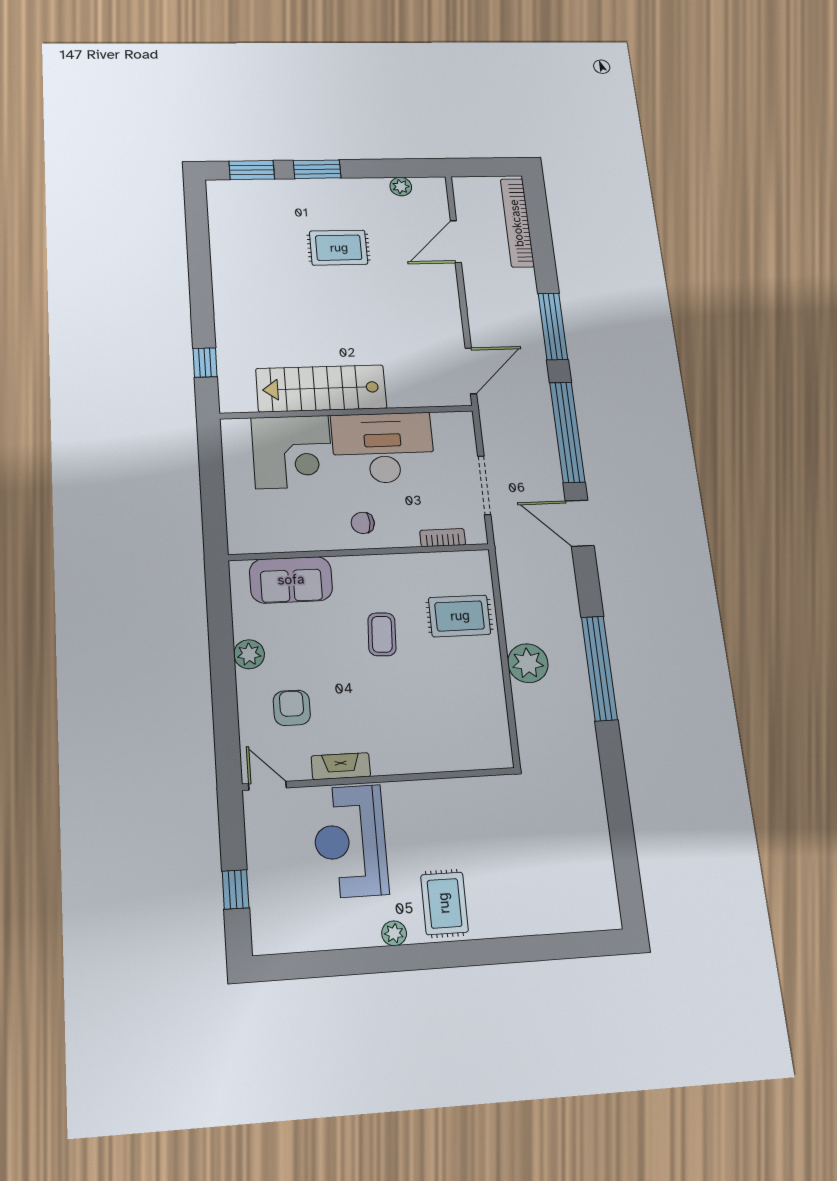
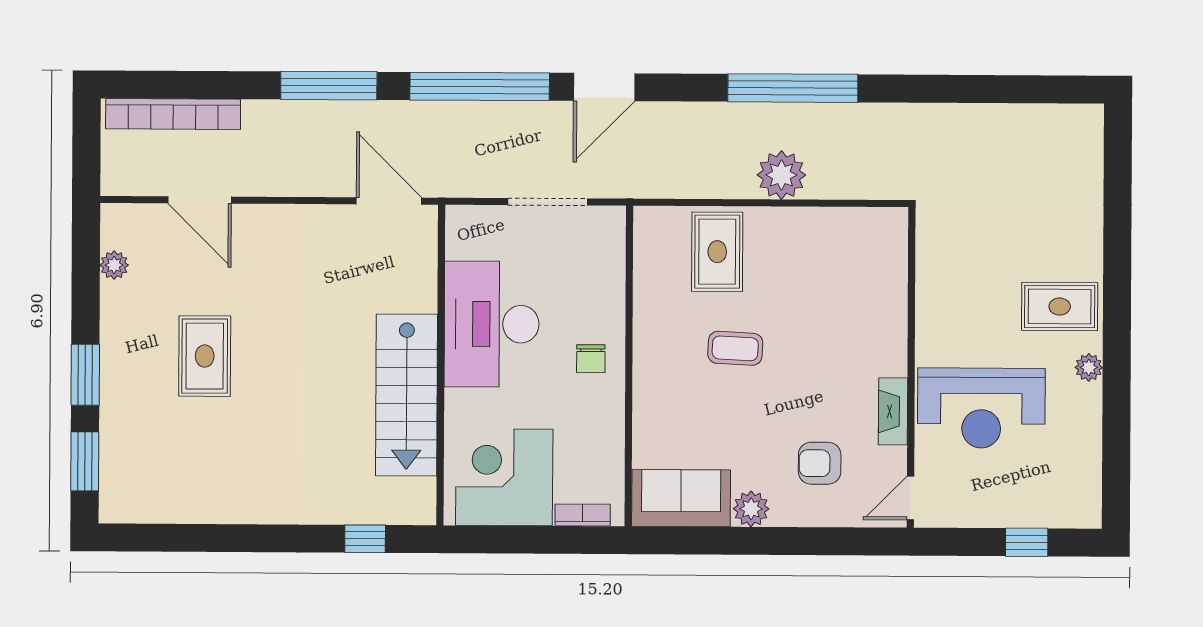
corner desk: (292, 452) -> (504, 477), moved, turned -90
bookcase: (443, 538) -> (583, 515), moved, turned 90
sofa: (291, 580) -> (681, 498), moved, turned -90

